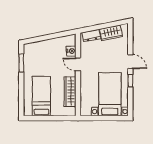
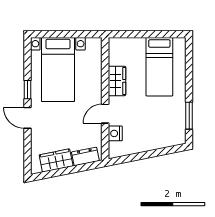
door: (78, 64) -> (105, 114), swing flipped
wardrobe: (70, 92) -> (117, 81), width x0.67

